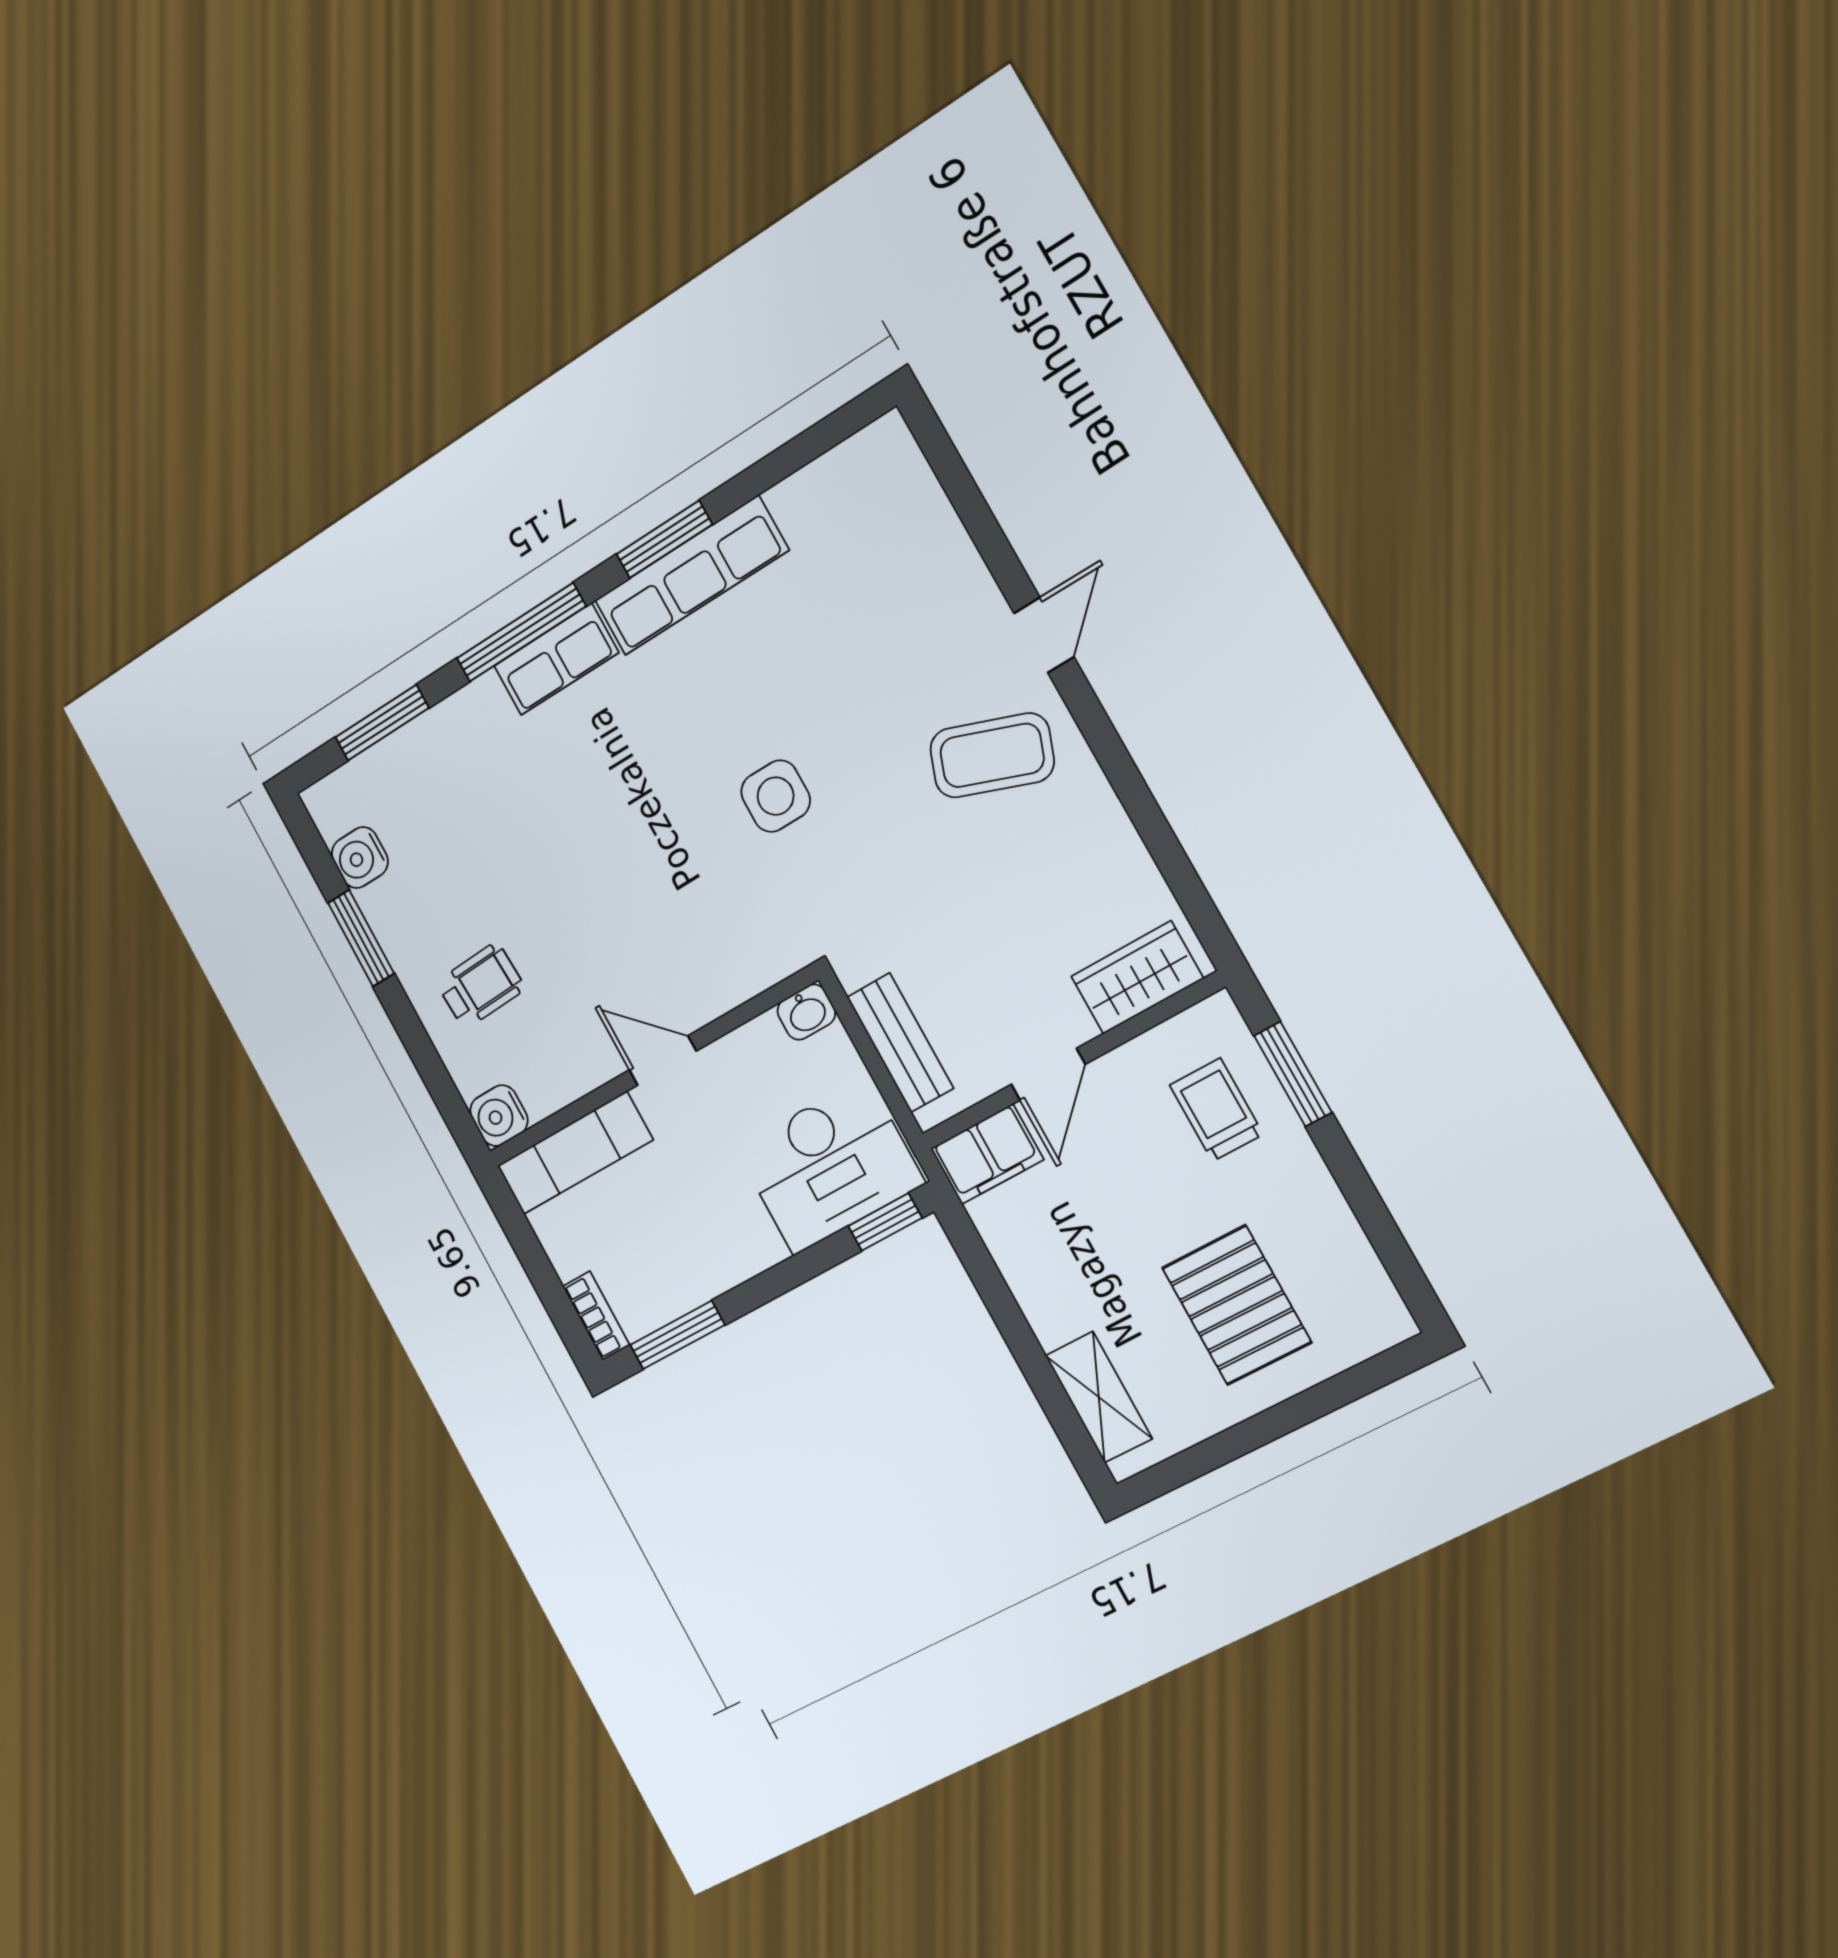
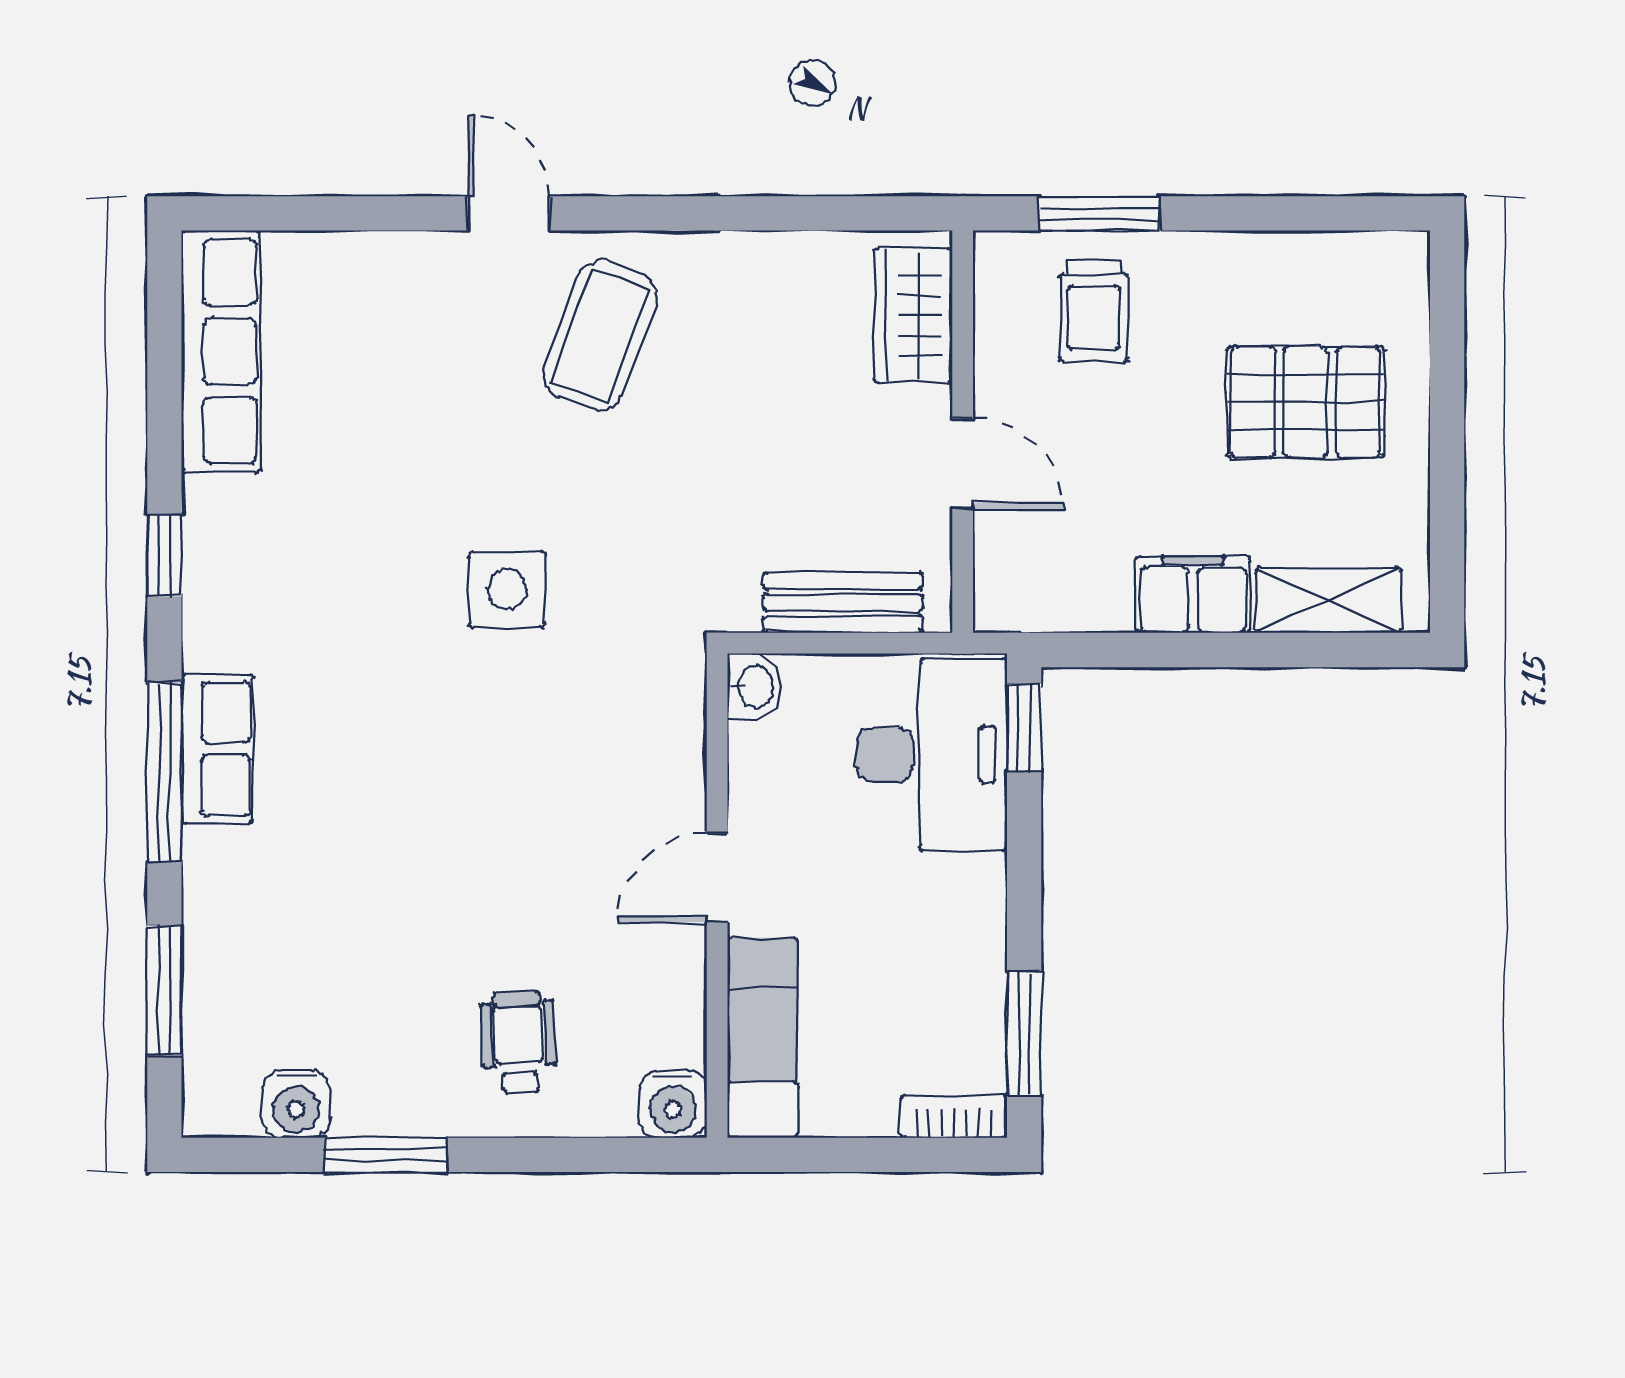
window: (664, 539) -> (164, 556), width x0.67
row of seats: (691, 576) -> (221, 351), moved
trolley: (1216, 1110) -> (1094, 311), turned -90
filing cabinet: (987, 1154) -> (1193, 595), moved, turned -90

